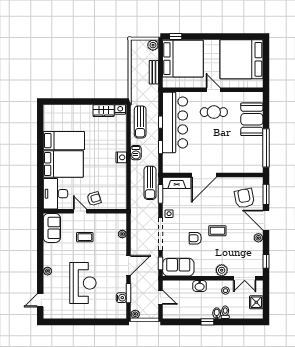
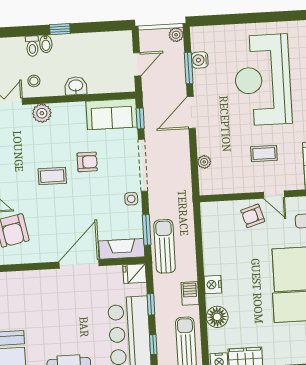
floor lamp: (120, 137) -> (217, 317), added
fridge: (170, 167) -> (135, 274), added
reception desk: (83, 283) -> (263, 80), width x1.36, depth x1.30
door: (161, 297) -> (137, 64), swing flipped

